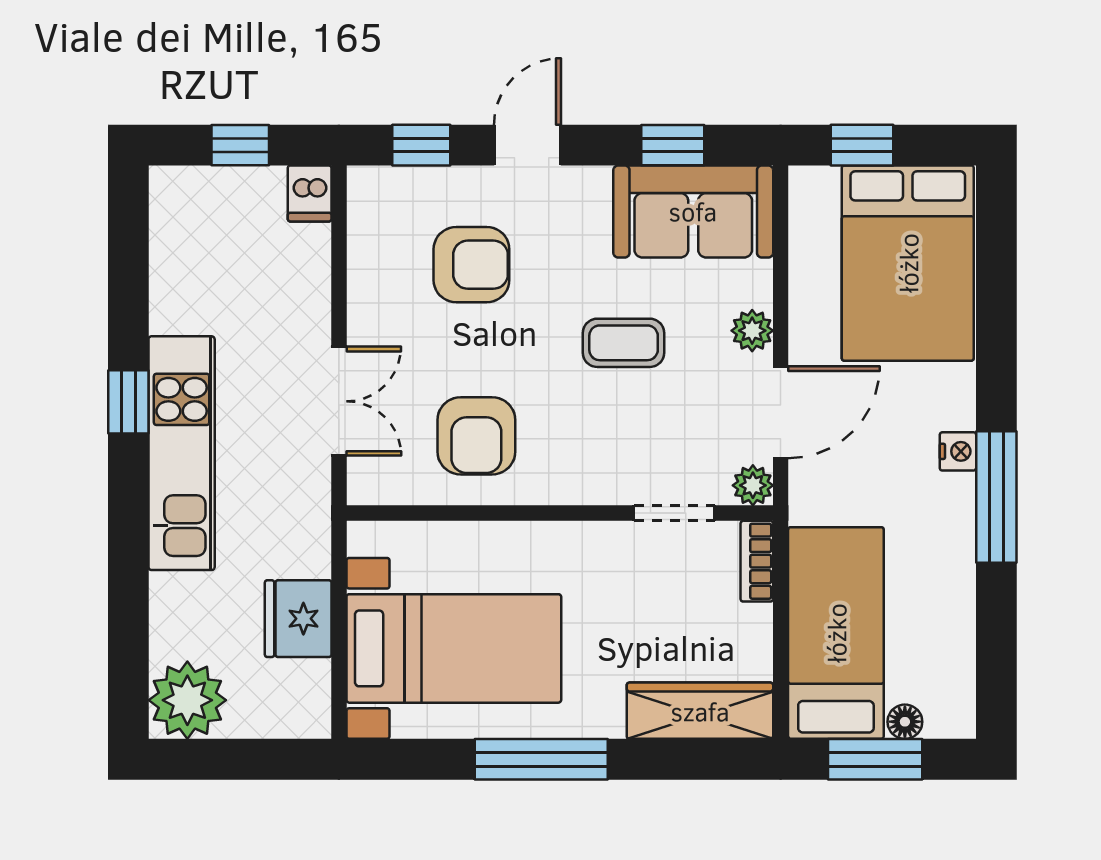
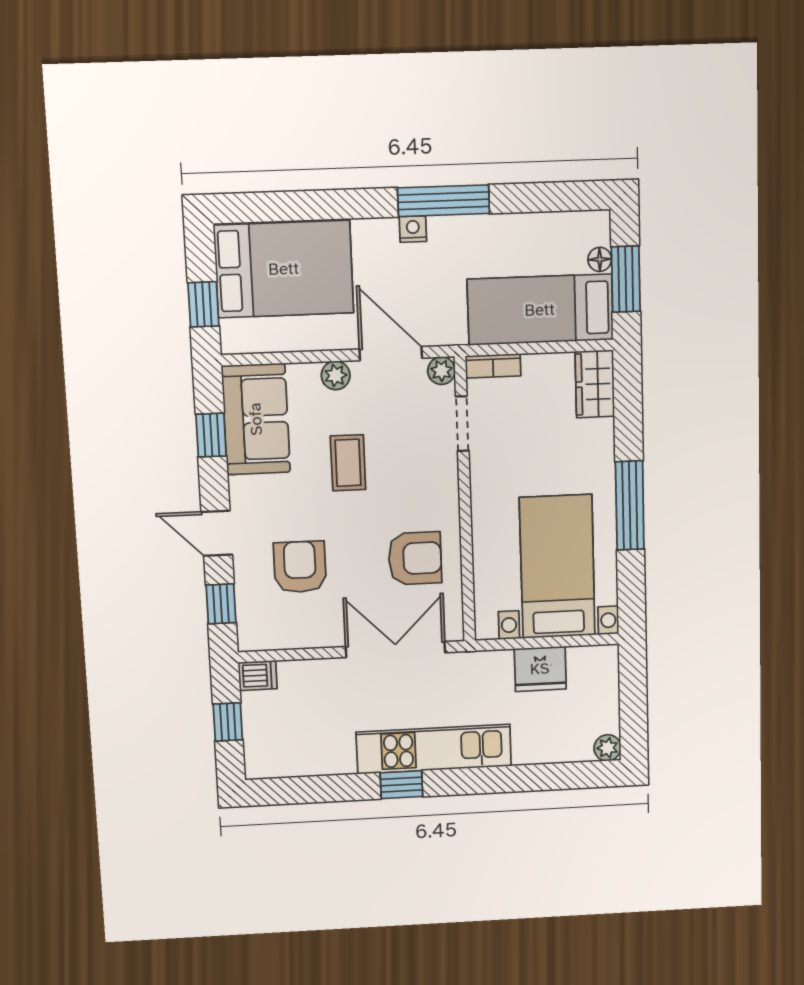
double door: (339, 401) -> (395, 650), width x1.37
plant: (187, 700) -> (607, 748), width x0.53, depth x0.53
wardrobe: (700, 711) -> (595, 384), width x0.67

